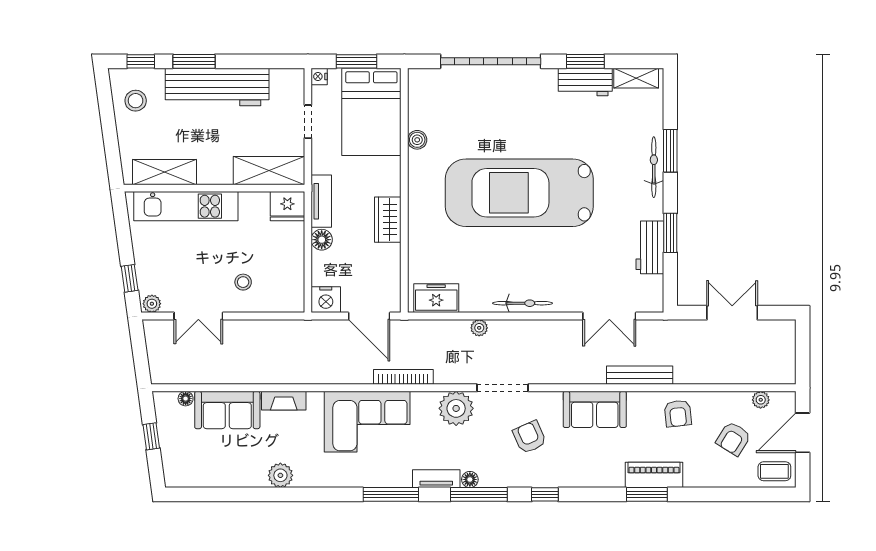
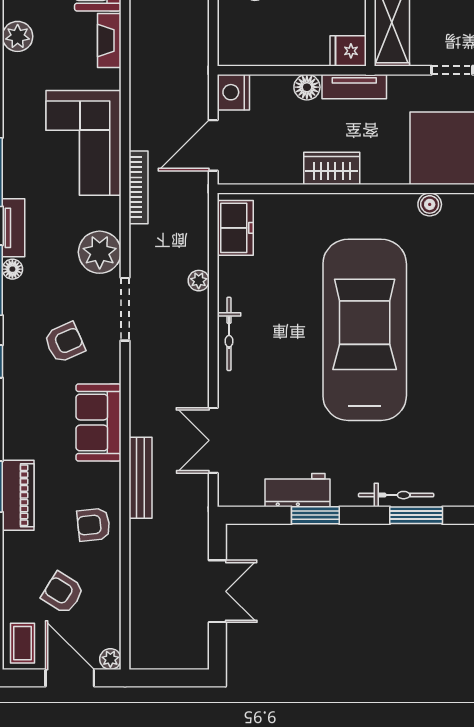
fridge: (287, 206) -> (348, 51), width x0.72
plant: (761, 400) -> (110, 659), moved

